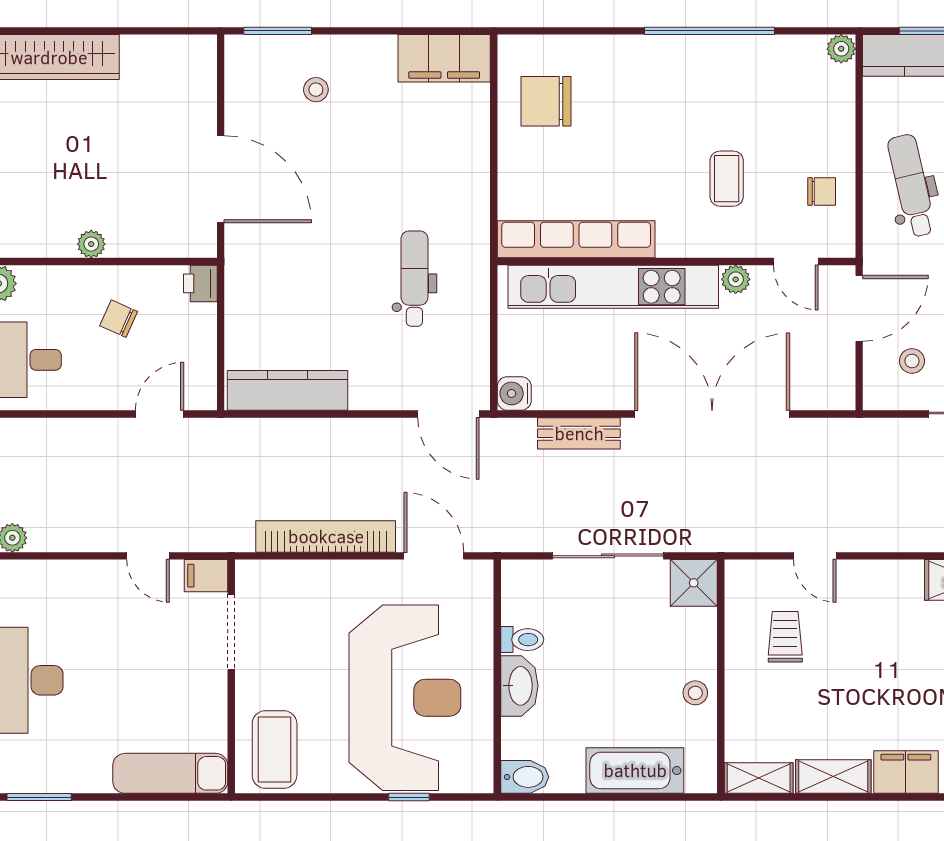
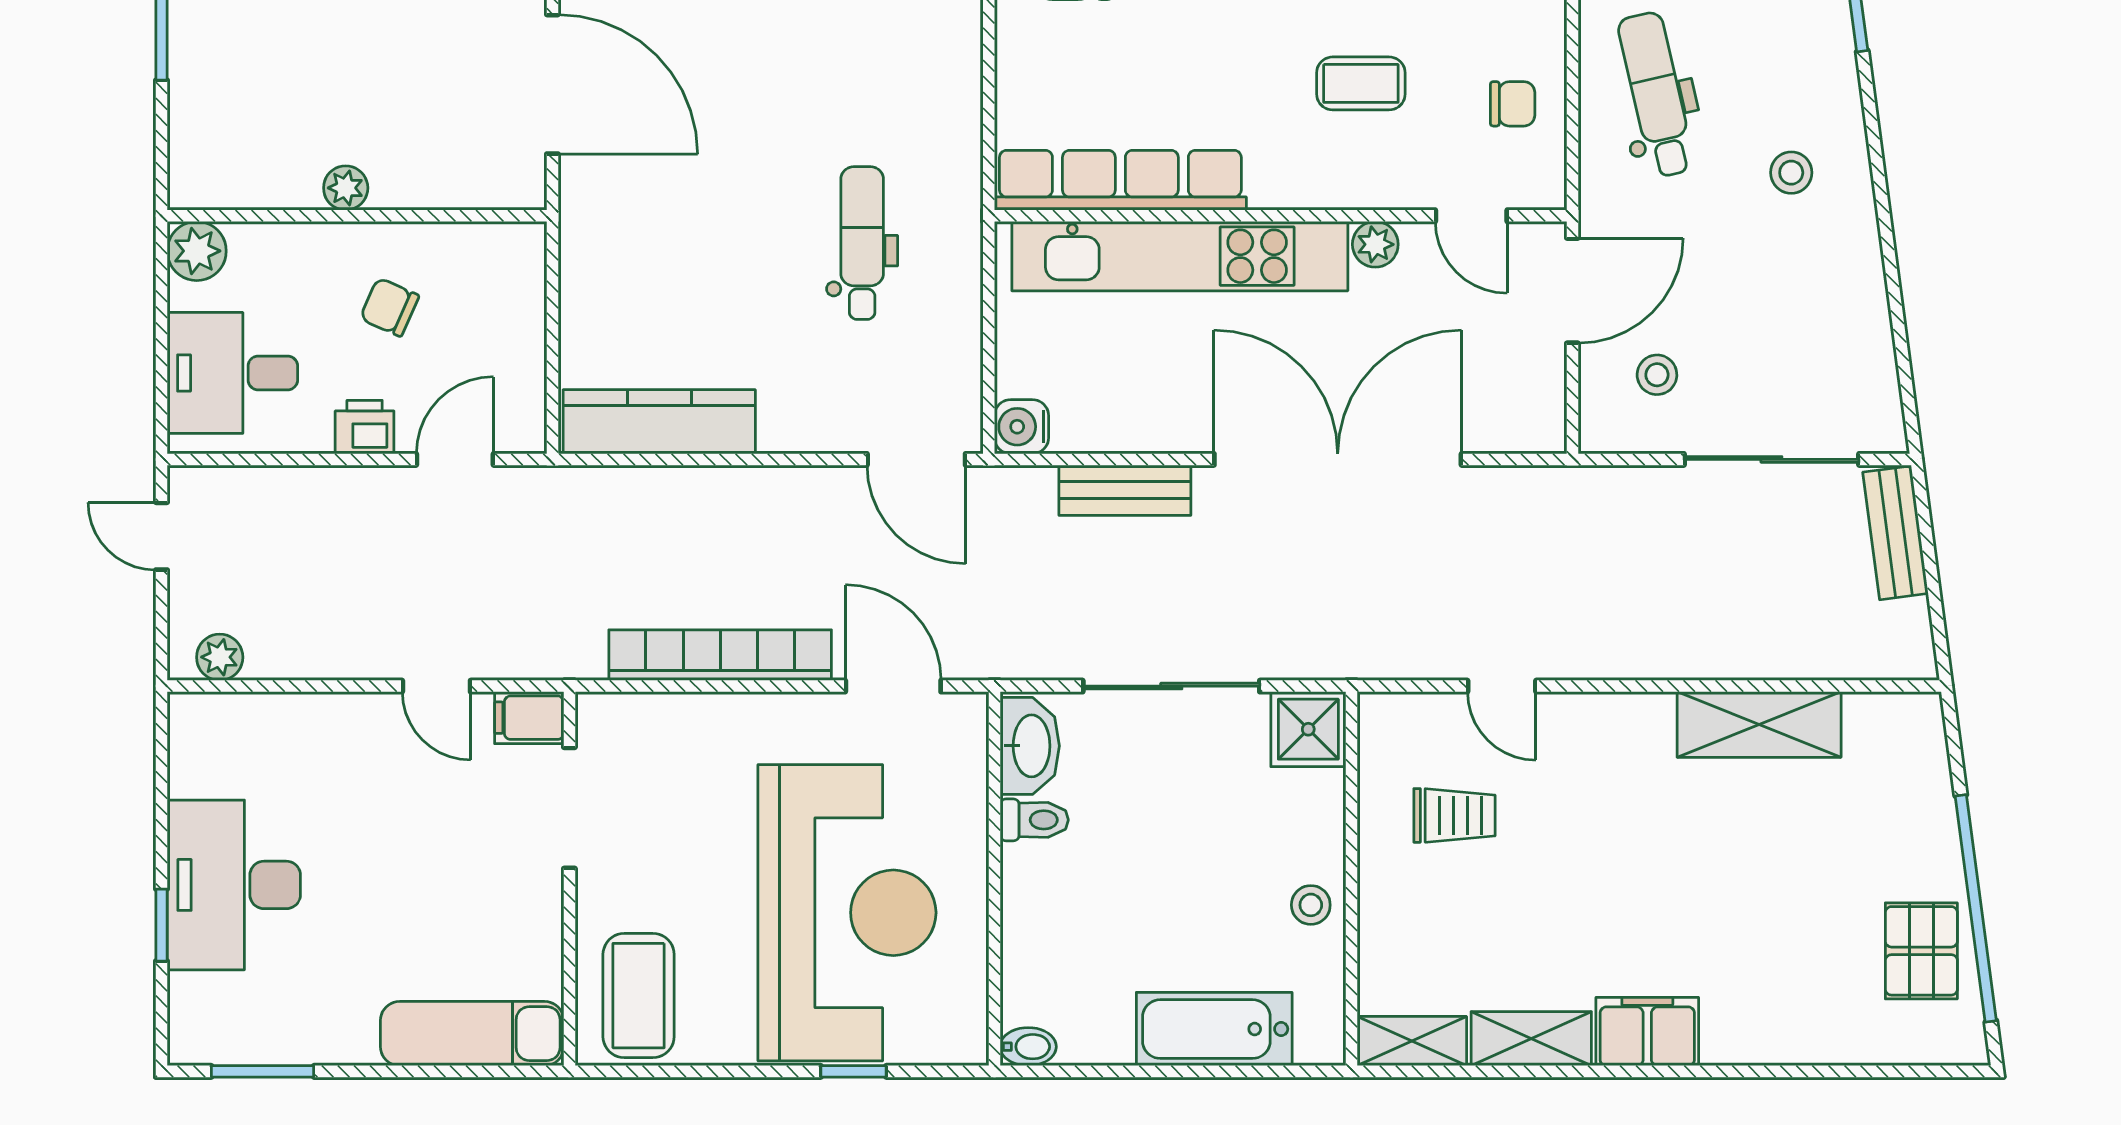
coffee table: (727, 179) -> (1361, 83), turned 90
printer: (200, 283) -> (365, 427), moved, turned 90
trolley: (785, 637) -> (1454, 815), turned 90
washbasin: (519, 686) -> (1030, 746), moved
bidet: (525, 777) -> (1028, 1047), width x0.72, depth x0.74

